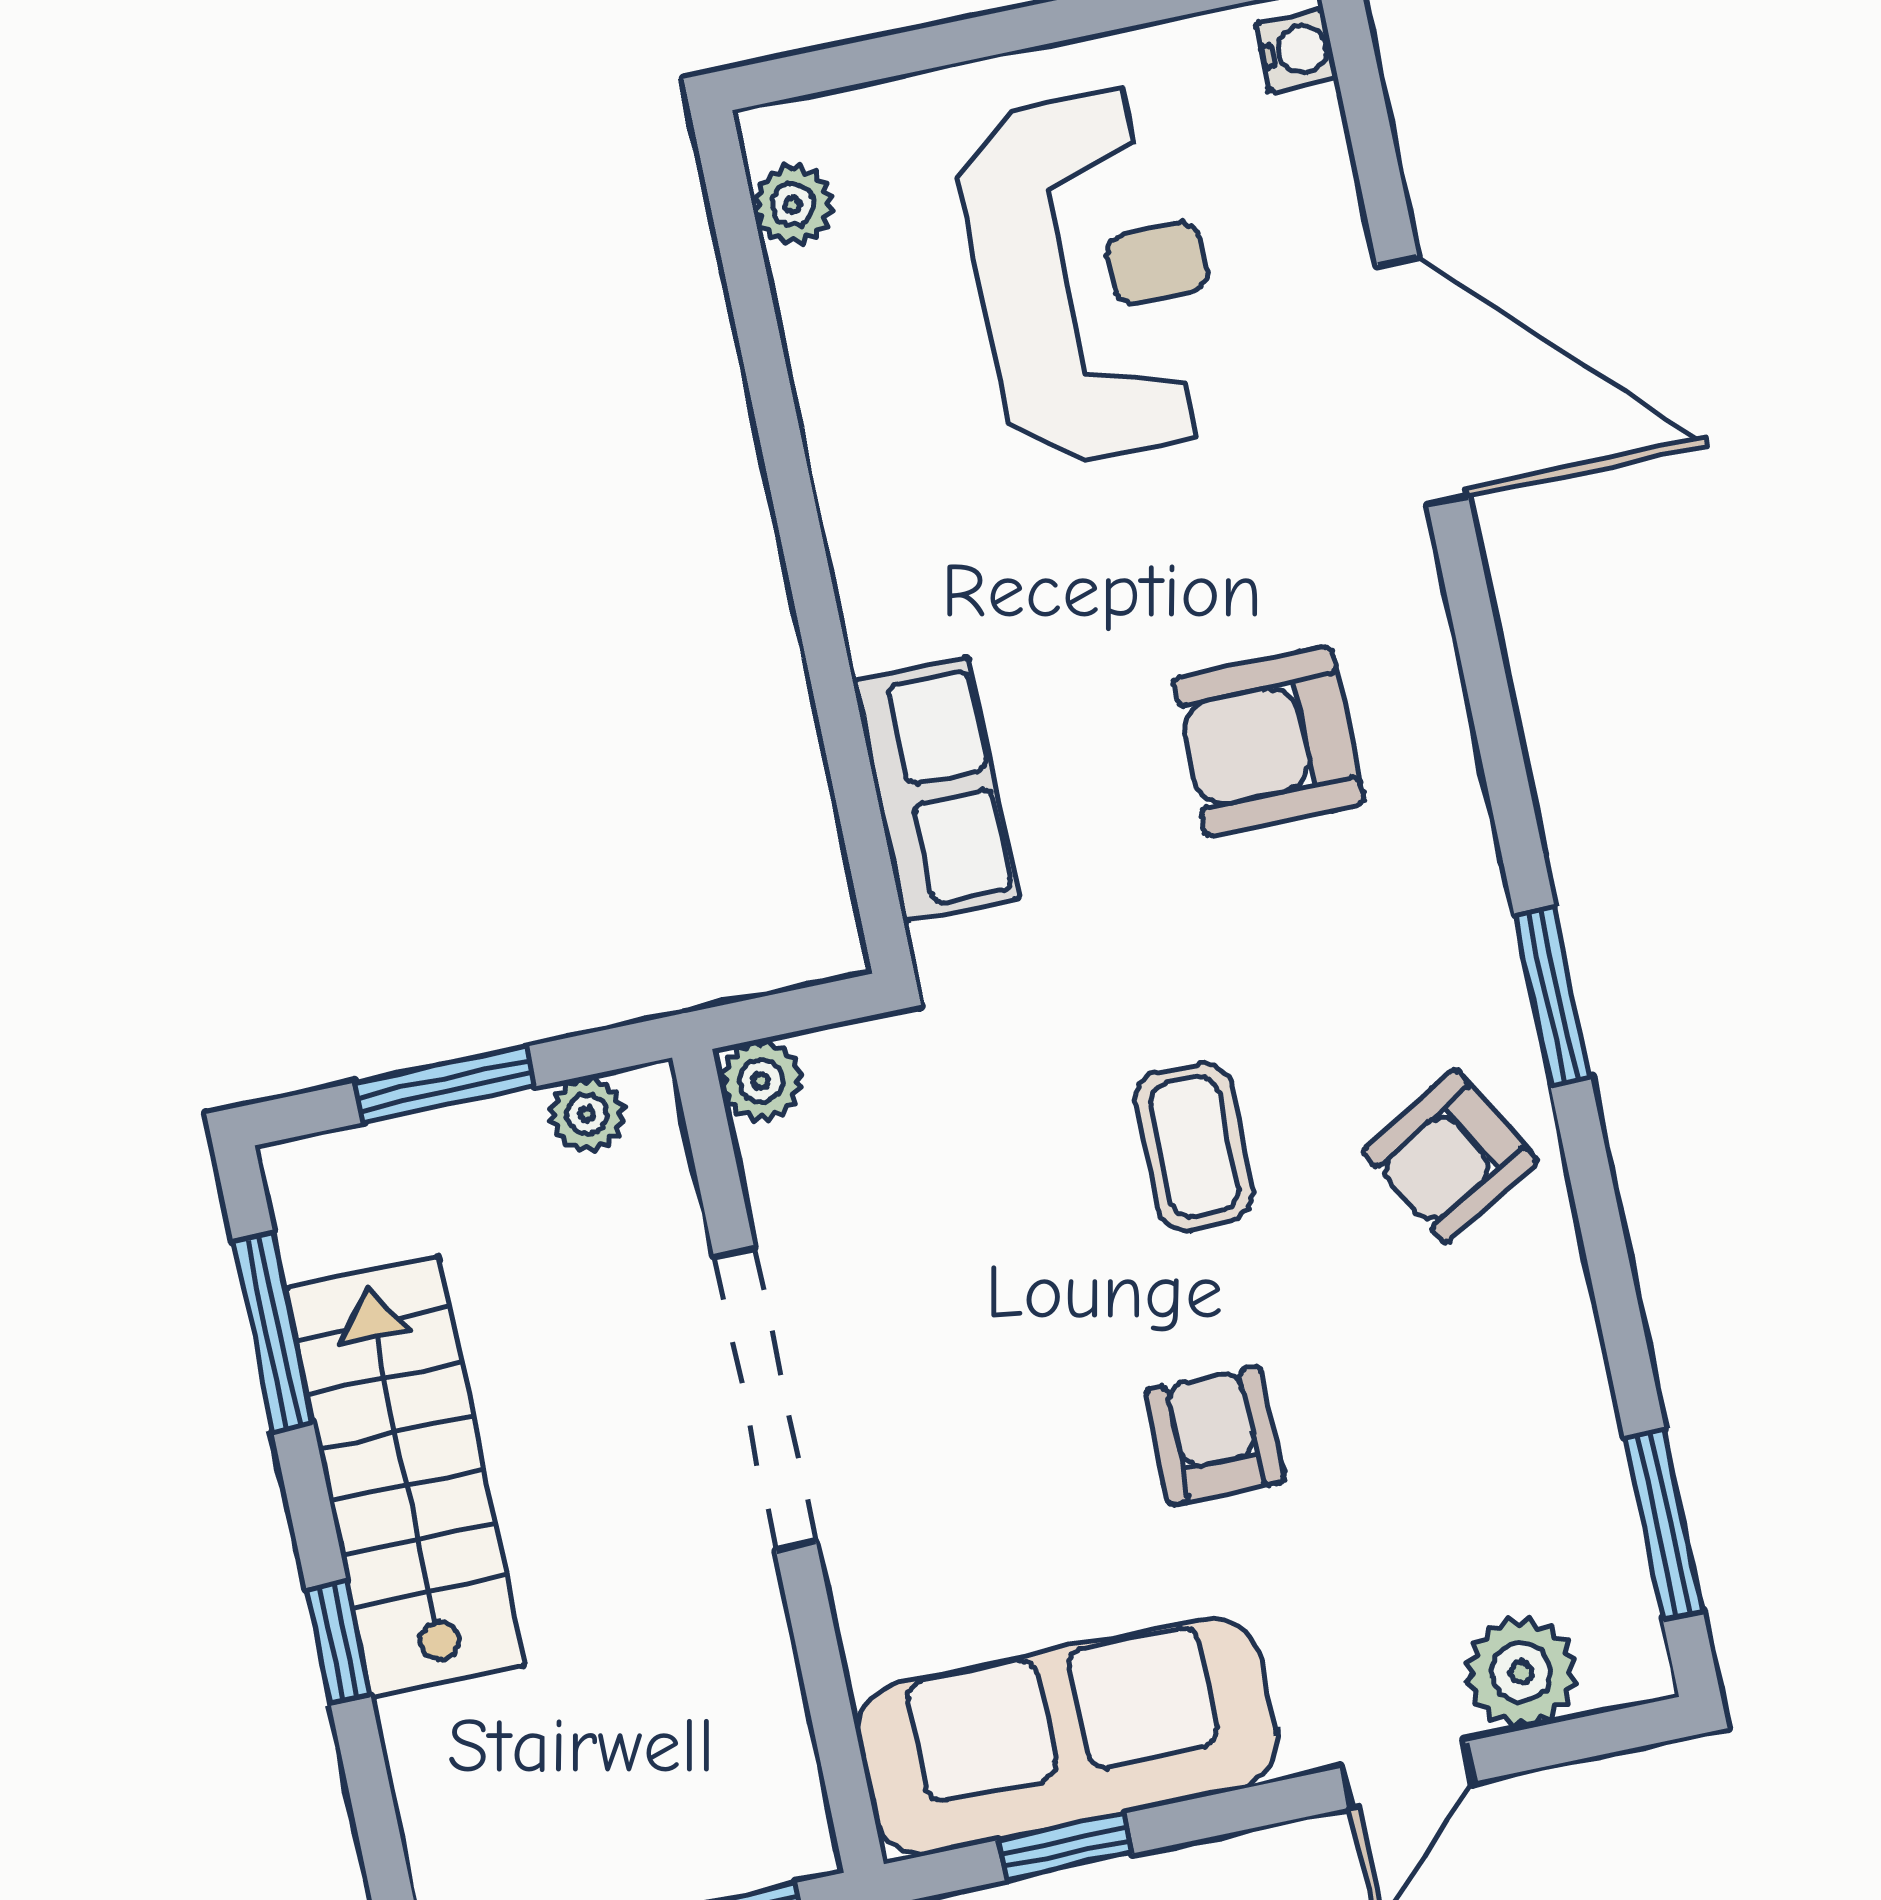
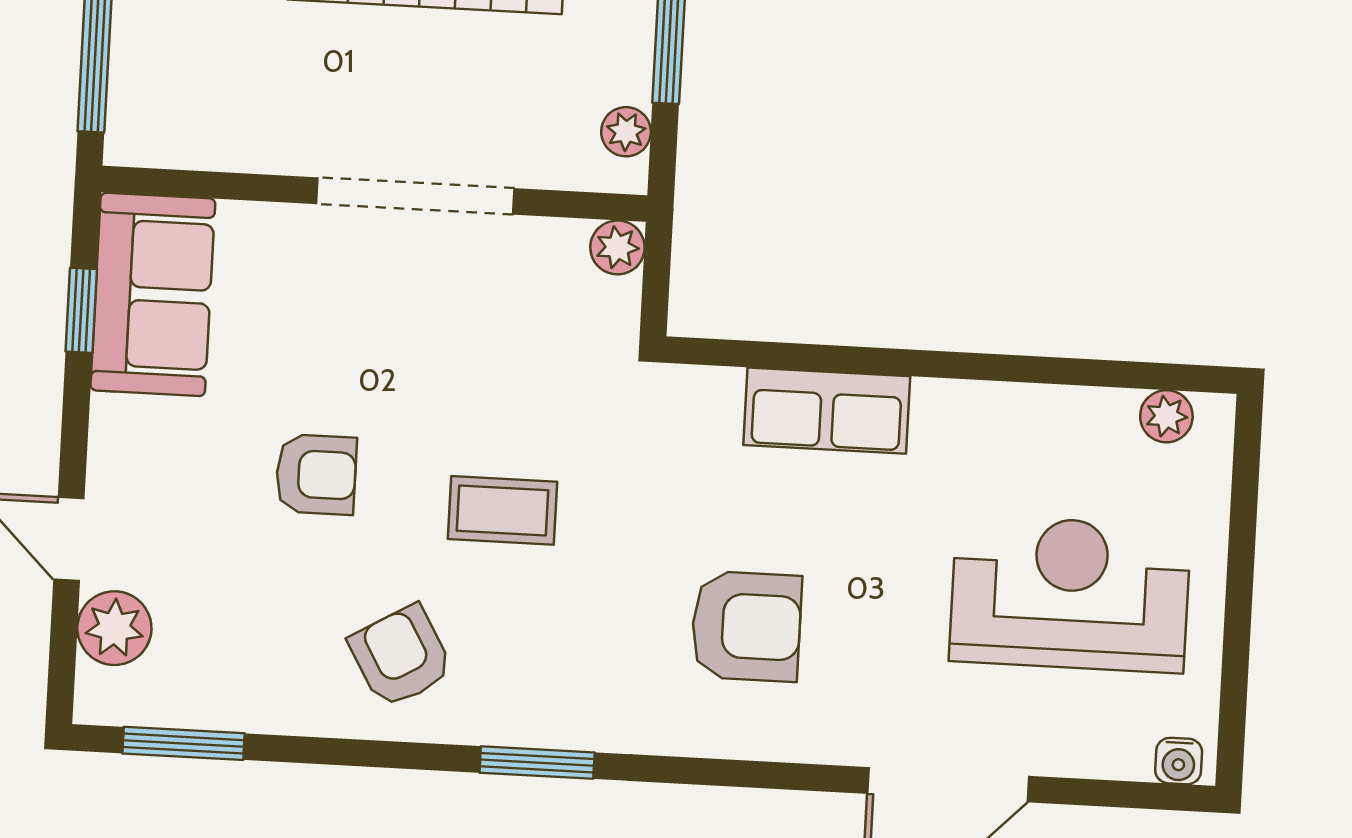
reception desk: (1093, 277) -> (1070, 594), turned 180
armchair: (1269, 741) -> (746, 626), turned 90
row of seats: (936, 790) -> (827, 411), moved
armchair: (1450, 1156) -> (401, 656), moved
sofa: (1067, 1736) -> (153, 294), width x0.73

